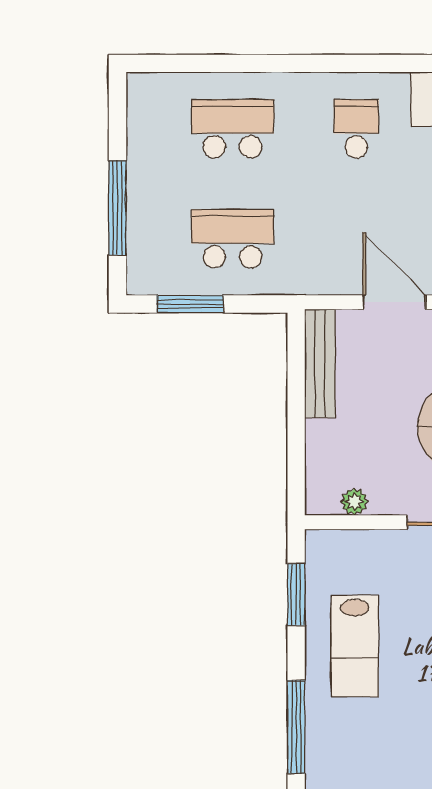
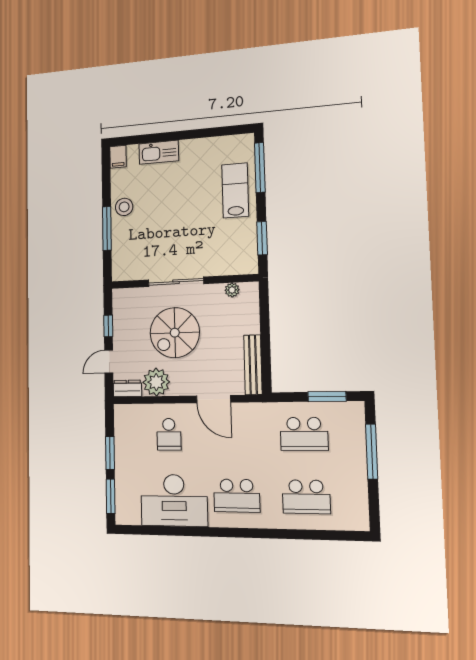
school desk: (356, 129) -> (237, 496), width x1.85
lab bench: (355, 646) -> (235, 190), moved

